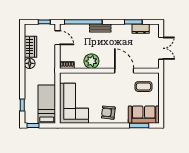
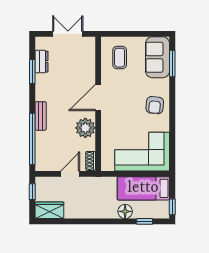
door: (57, 38) -> (70, 174), moved
wardrobe: (30, 47) -> (49, 210), moved
floor lamp: (30, 63) -> (125, 211), moved
door: (124, 71) -> (98, 98), moved

